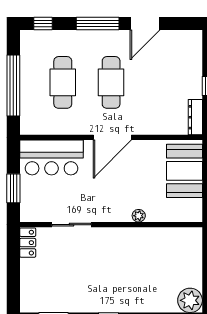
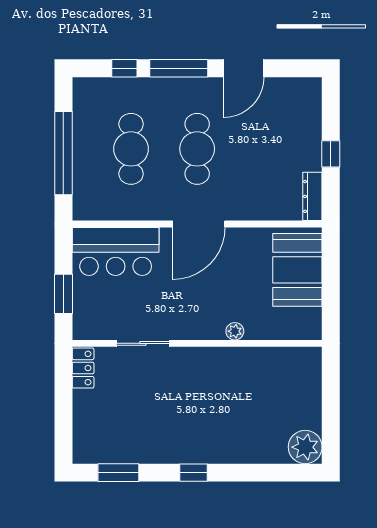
window: (43, 24) -> (124, 68), moved

